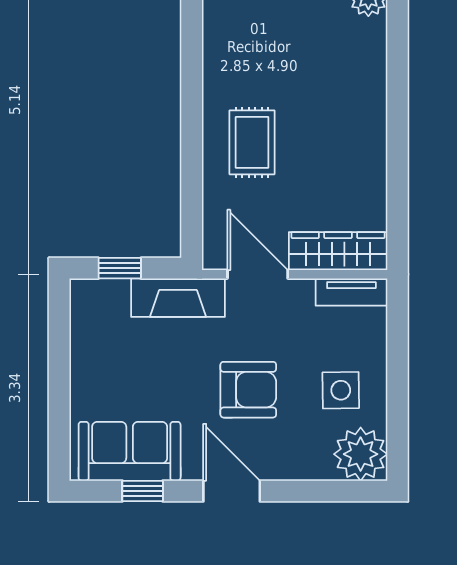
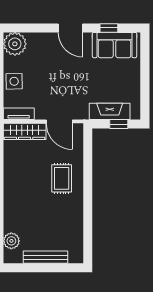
fireplace: (178, 298) -> (110, 111), moved
armchair: (248, 390) -> (63, 72), removed
side table: (341, 390) -> (14, 81), moved

